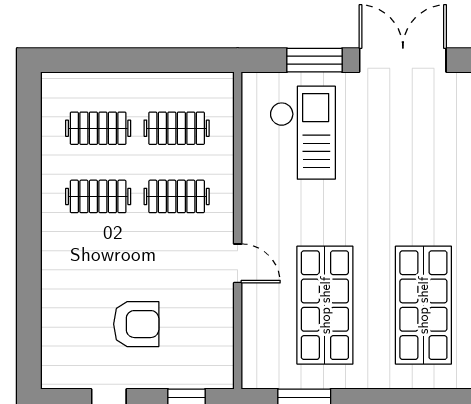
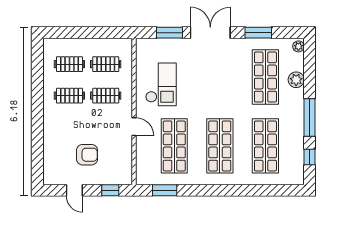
checkout: (303, 133) -> (161, 84), moved

